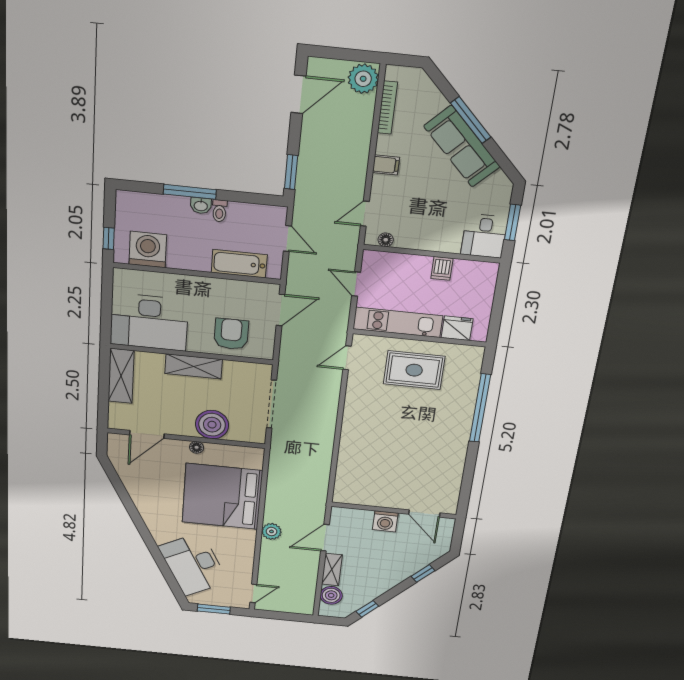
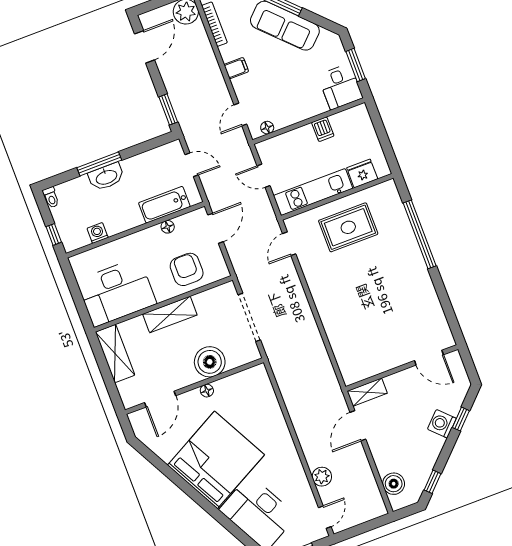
washbasin: (201, 206) -> (106, 177), width x1.91, depth x1.45
toilet: (219, 211) -> (51, 197), moved
washing machine: (148, 250) -> (98, 233), width x0.53, depth x0.53
floor lamp: (232, 286) -> (168, 227), added
bed: (222, 496) -> (216, 460), moved, turned 152
washing machine: (385, 521) -> (442, 424), moved, turned 135
plant: (271, 531) -> (322, 477), moved
shelving: (332, 570) -> (367, 392), moved, turned 90

